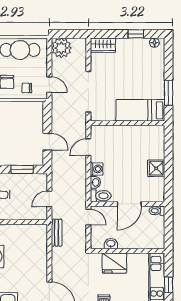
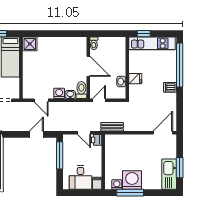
shower: (156, 168) -> (30, 44), moved
window: (22, 169) -> (60, 155), width x1.44
printer: (41, 214) -> (97, 140), added
fridge: (114, 263) -> (135, 79), width x0.53, depth x0.75
window: (169, 285) -> (144, 34), moved

